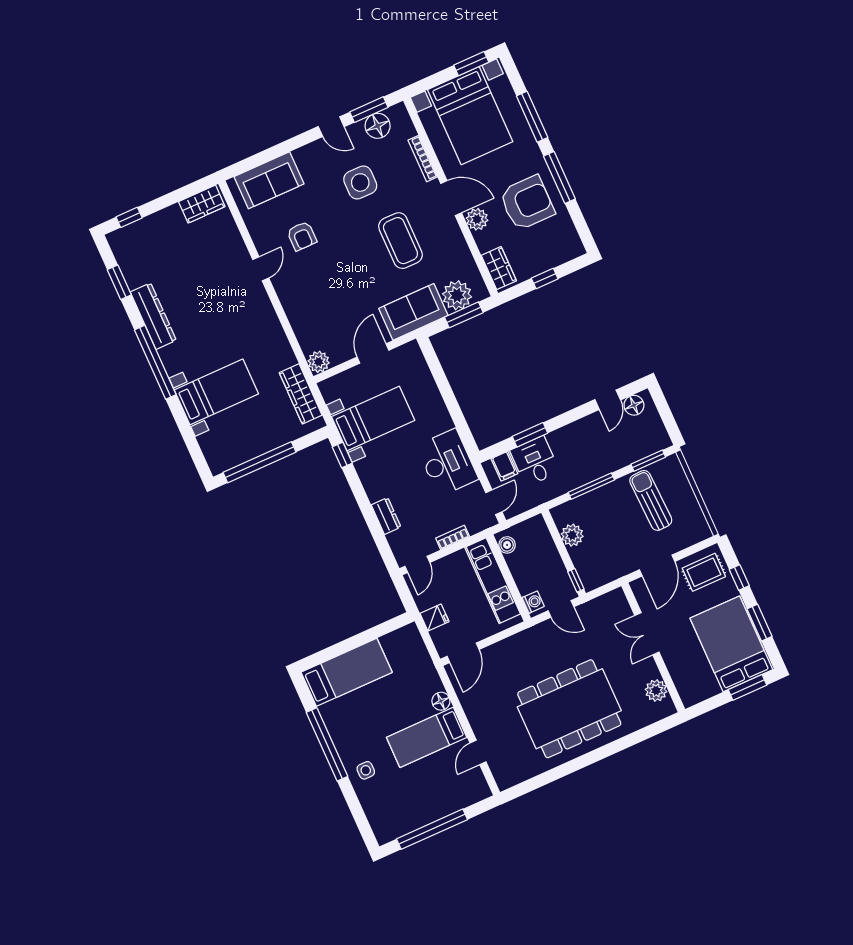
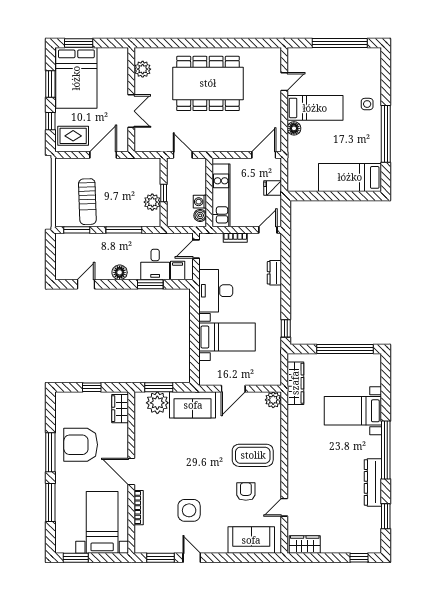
bed with nightstands: (470, 116) -> (102, 522), width x0.73
floor lamp: (378, 126) -> (160, 544), removed
plant: (477, 219) -> (120, 449), removed
coffee table: (400, 241) -> (253, 455), moved, turned 90
door: (261, 269) -> (284, 507), moved
floor lamp: (634, 405) -> (120, 272), moved
bed with nightstands: (373, 418) -> (227, 337), moved, turned 180
window: (576, 580) -> (164, 193), moved
washing machine: (533, 602) -> (200, 202), moved

